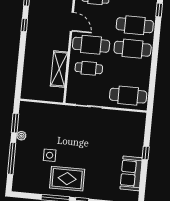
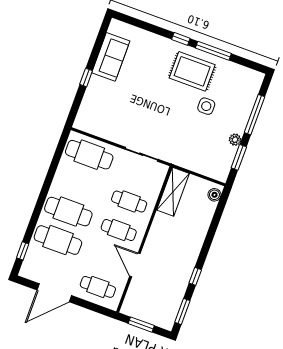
cafe table: (91, 45) -> (119, 230), width x0.73, depth x0.74
shelving: (59, 69) -> (173, 192), moved
boiler: (26, 90) -> (214, 195), added

